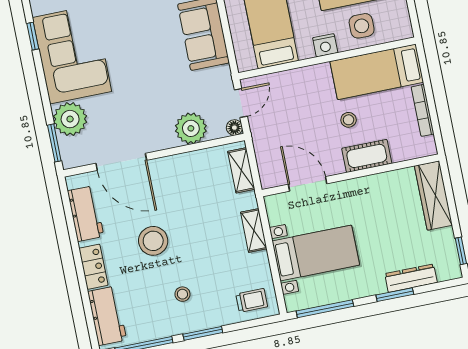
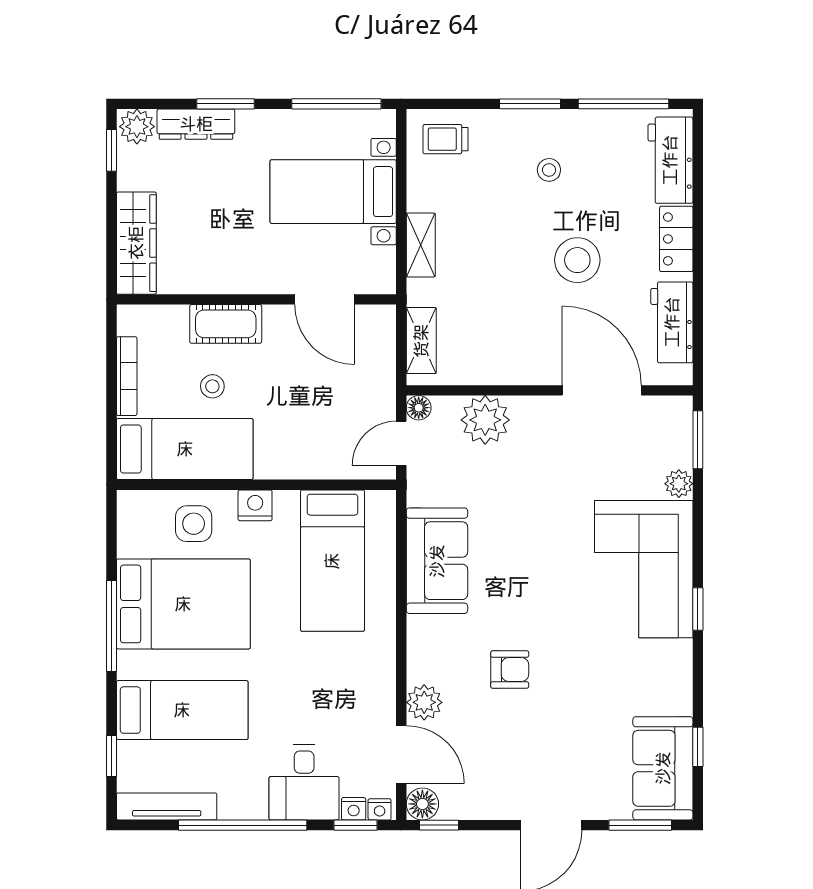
plant: (70, 119) -> (679, 484), width x0.53, depth x0.53
stool: (349, 120) -> (212, 386), moved
plant: (448, 269) -> (137, 127), added

